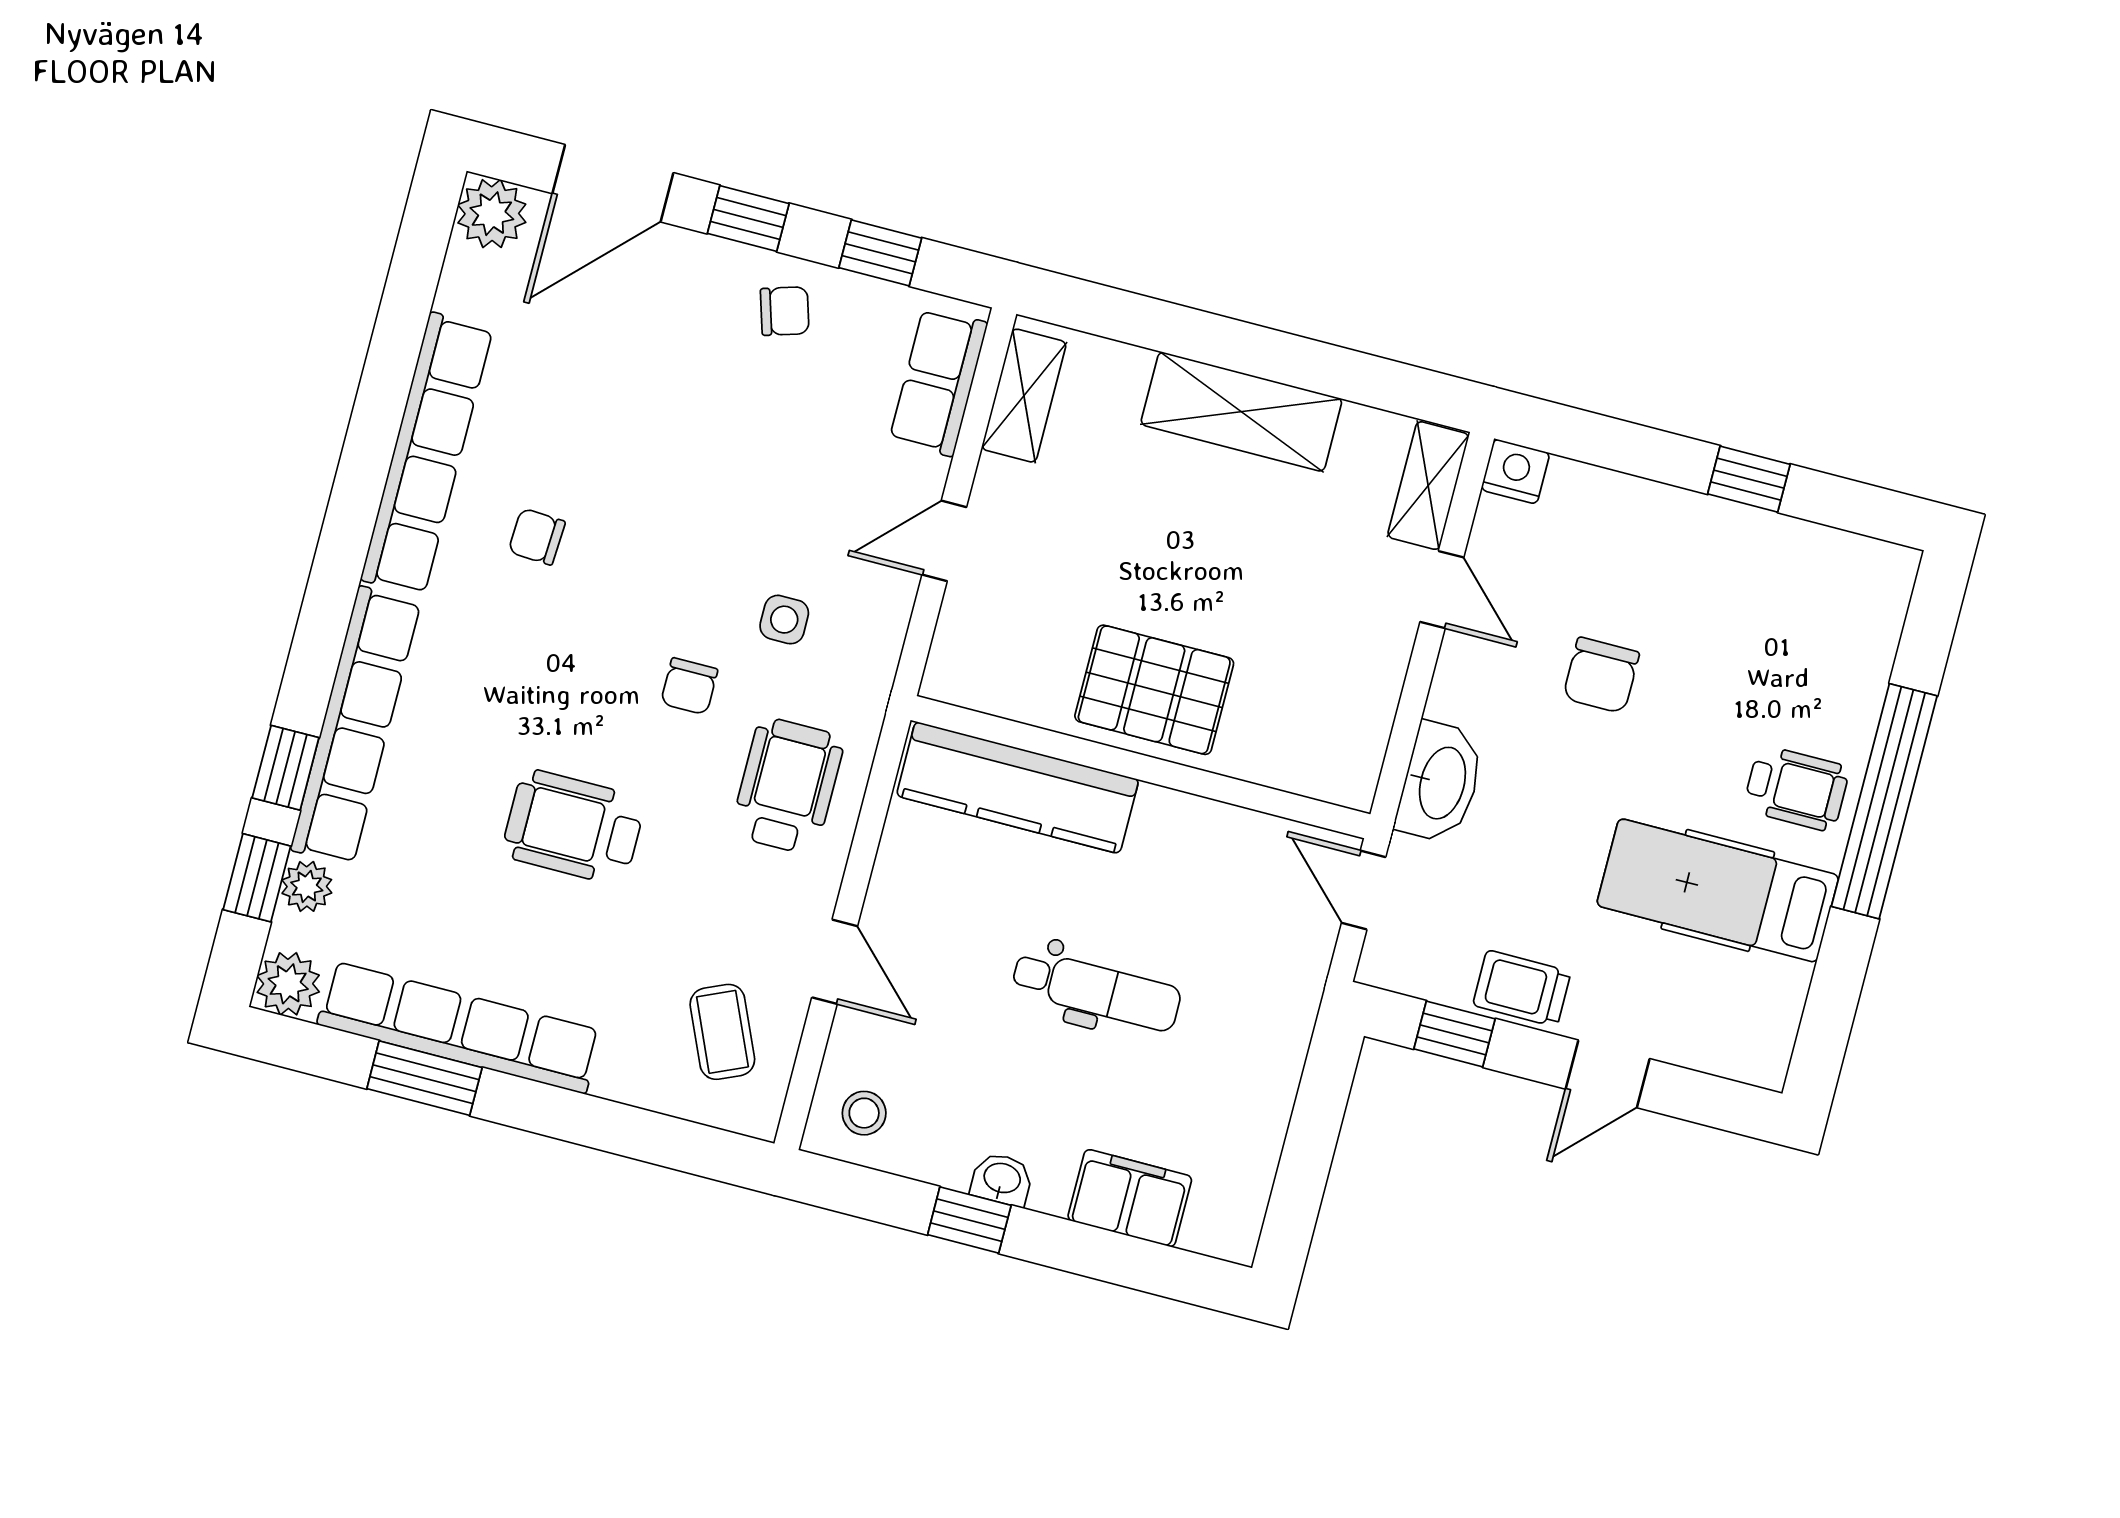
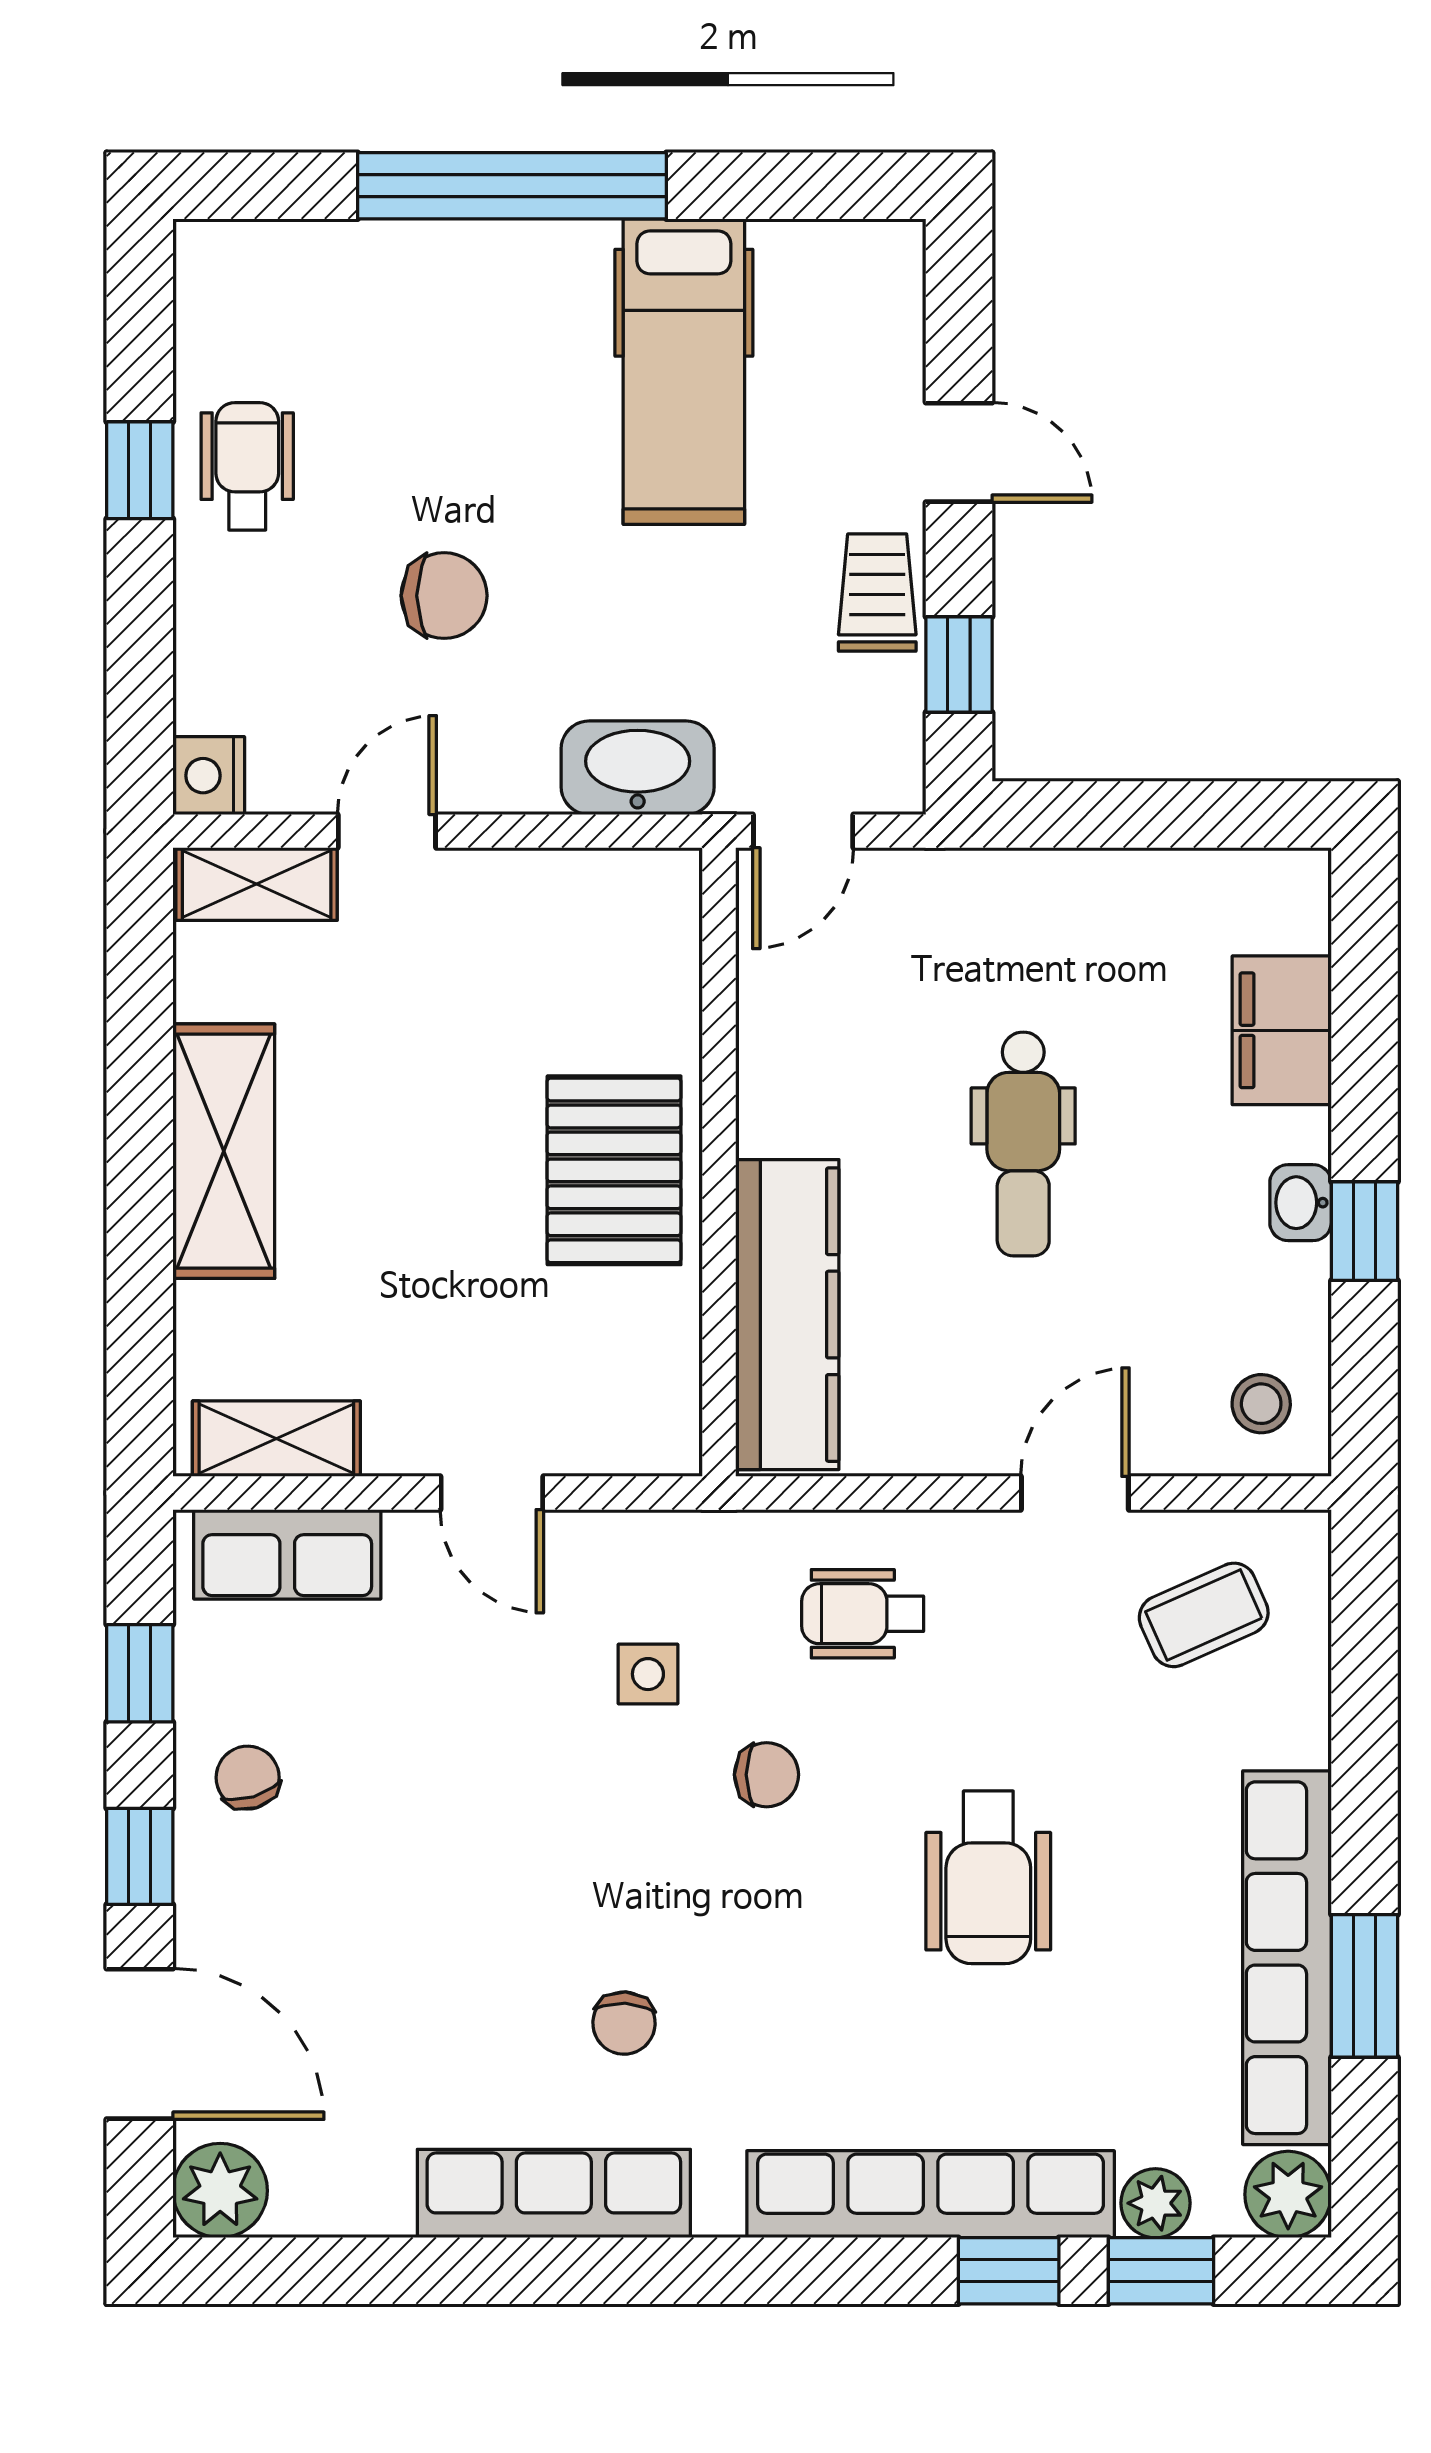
row of seats: (427, 454) -> (554, 2194), width x0.73
wheelchair: (787, 786) -> (863, 1614), width x0.73, depth x0.73
wheelchair: (1796, 788) -> (247, 466), moved
trolley: (1522, 988) -> (877, 593), turned 180
dental chair: (1096, 990) -> (1023, 1144), turned 180

